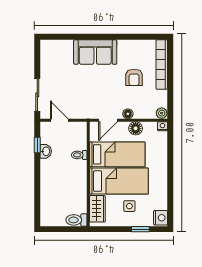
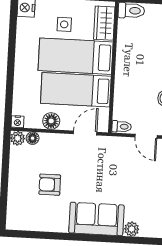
plant: (67, 46) -> (132, 229), added
bookcase: (162, 65) -> (14, 199), removed
armchair: (134, 77) -> (50, 185), turned -90
floor lamp: (128, 114) -> (33, 138), moved
toilet: (79, 155) -> (122, 127), moved

